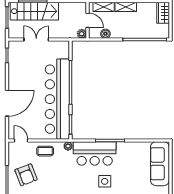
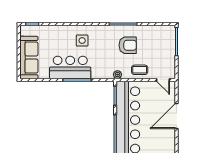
bar counter: (95, 153) -> (70, 67), moved
armchair: (26, 175) -> (128, 45), moved, turned 111

